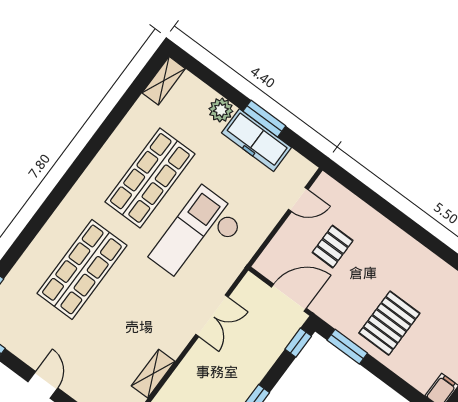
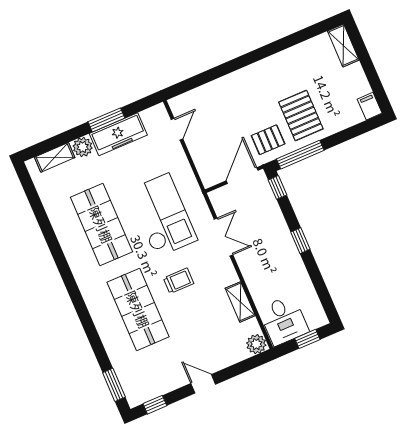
shelving: (164, 81) -> (55, 157), moved, turned 90
checkout: (197, 237) -> (162, 215), turned 180
pallet: (333, 247) -> (268, 140), moved, turned 90
trolley: (138, 295) -> (179, 281), added
window: (347, 347) -> (300, 155), width x1.44

